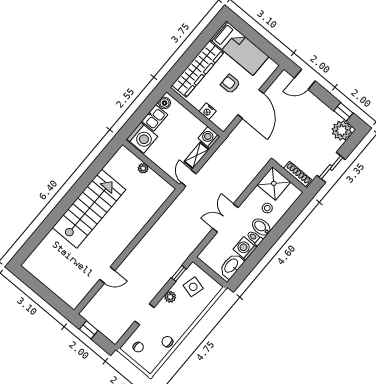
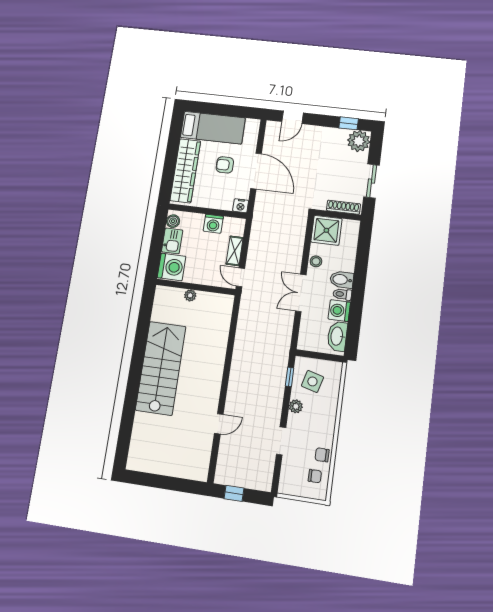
nightstand: (208, 111) -> (241, 206), moved
washing machine: (209, 137) -> (213, 224), moved, turned -90
stool: (267, 208) -> (316, 261), moved
chair: (138, 347) -> (315, 476), moved

